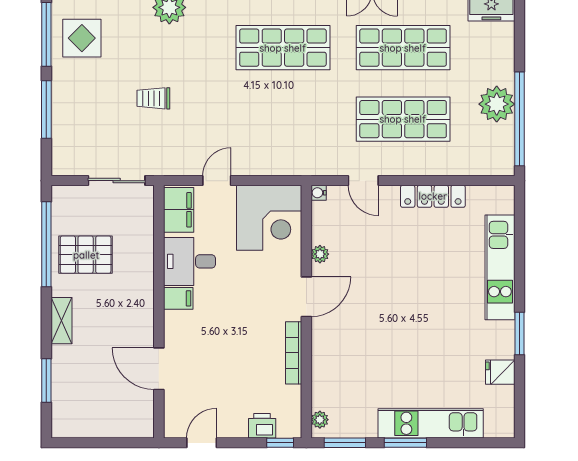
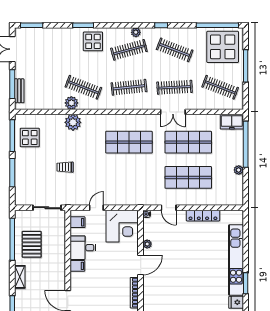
plant: (497, 104) -> (239, 170), width x0.53, depth x0.53
window: (519, 119) -> (246, 144), moved
filing cabinet: (179, 210) -> (77, 222), width x0.50
pallet: (86, 255) -> (32, 244), turned 90
kitchen unit: (500, 267) -> (236, 260), width x1.36

